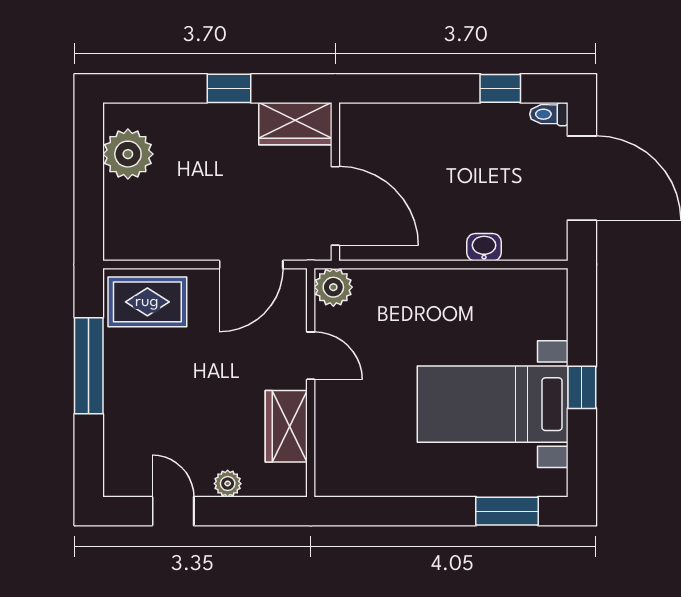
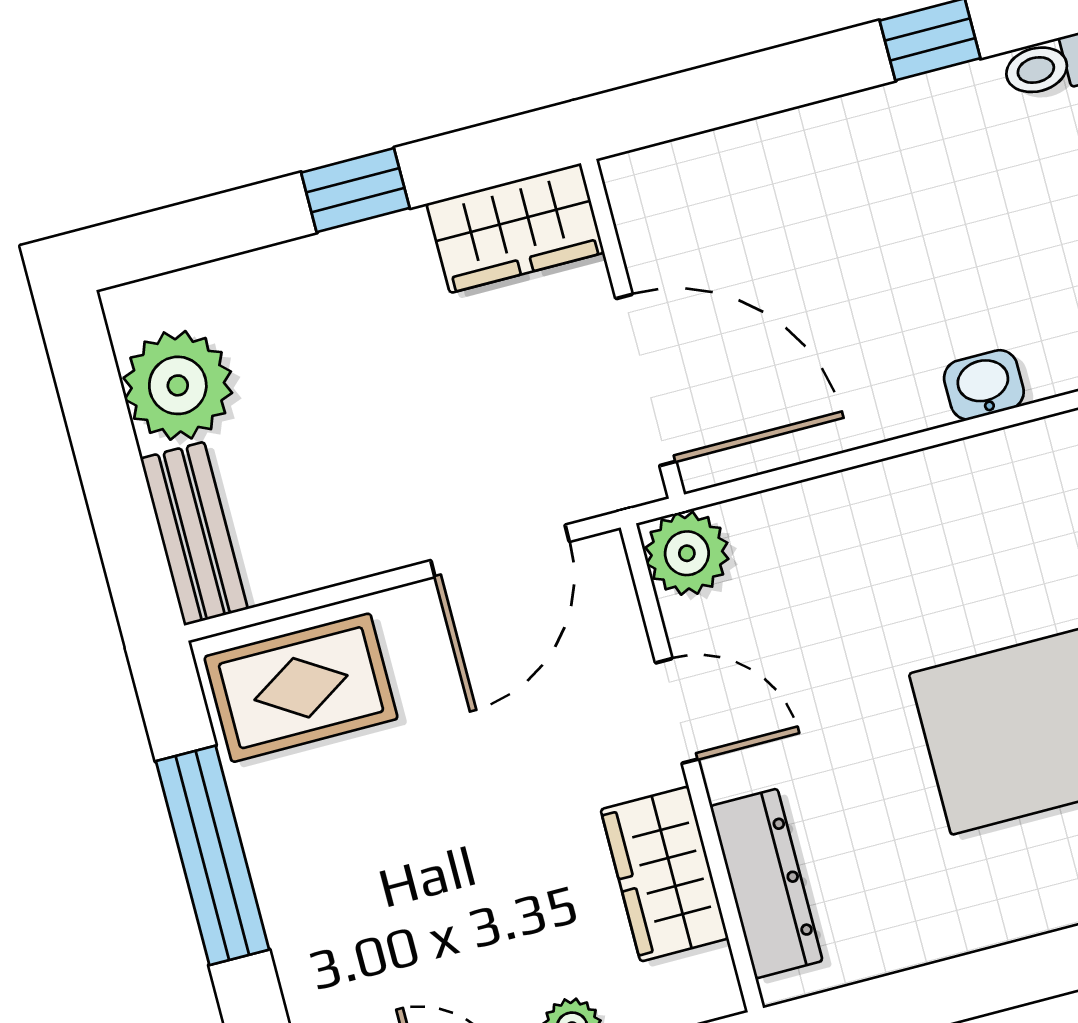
bench: (118, 221) -> (194, 534), added
dresser: (330, 442) -> (766, 884), added

